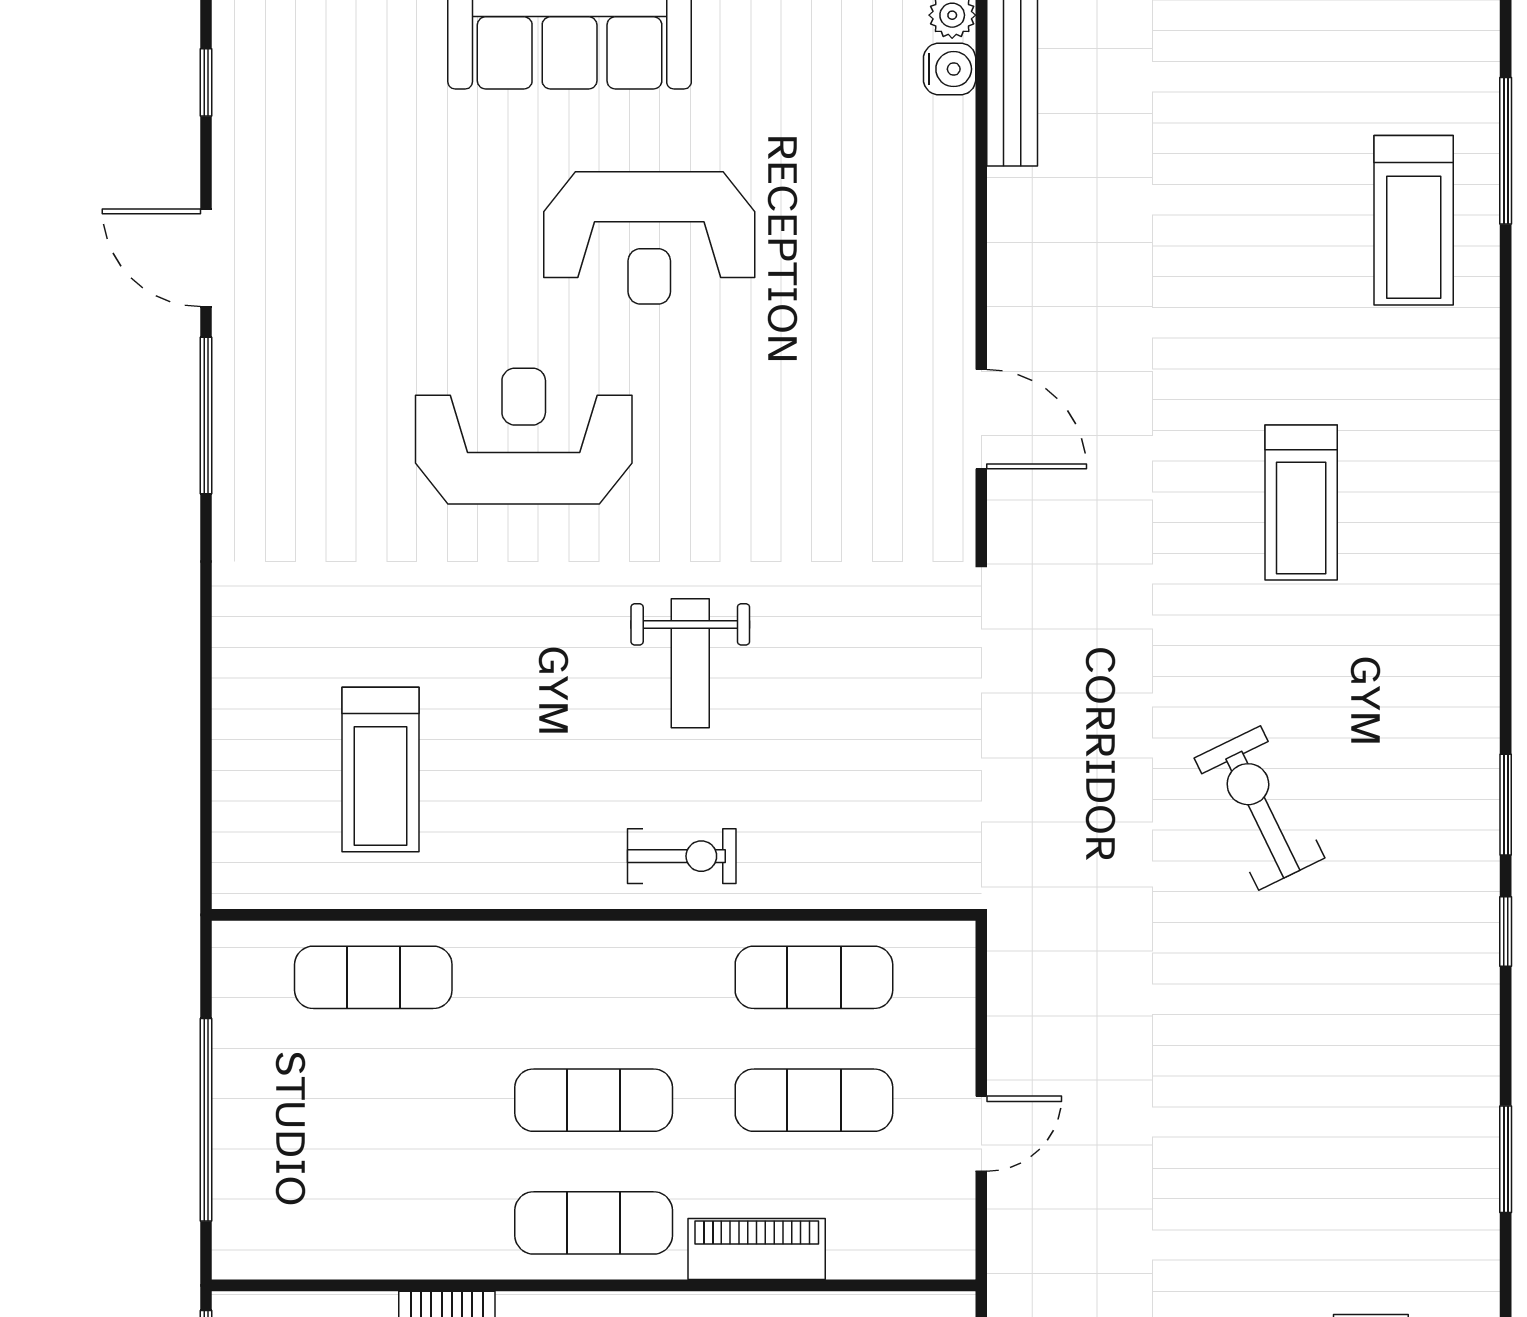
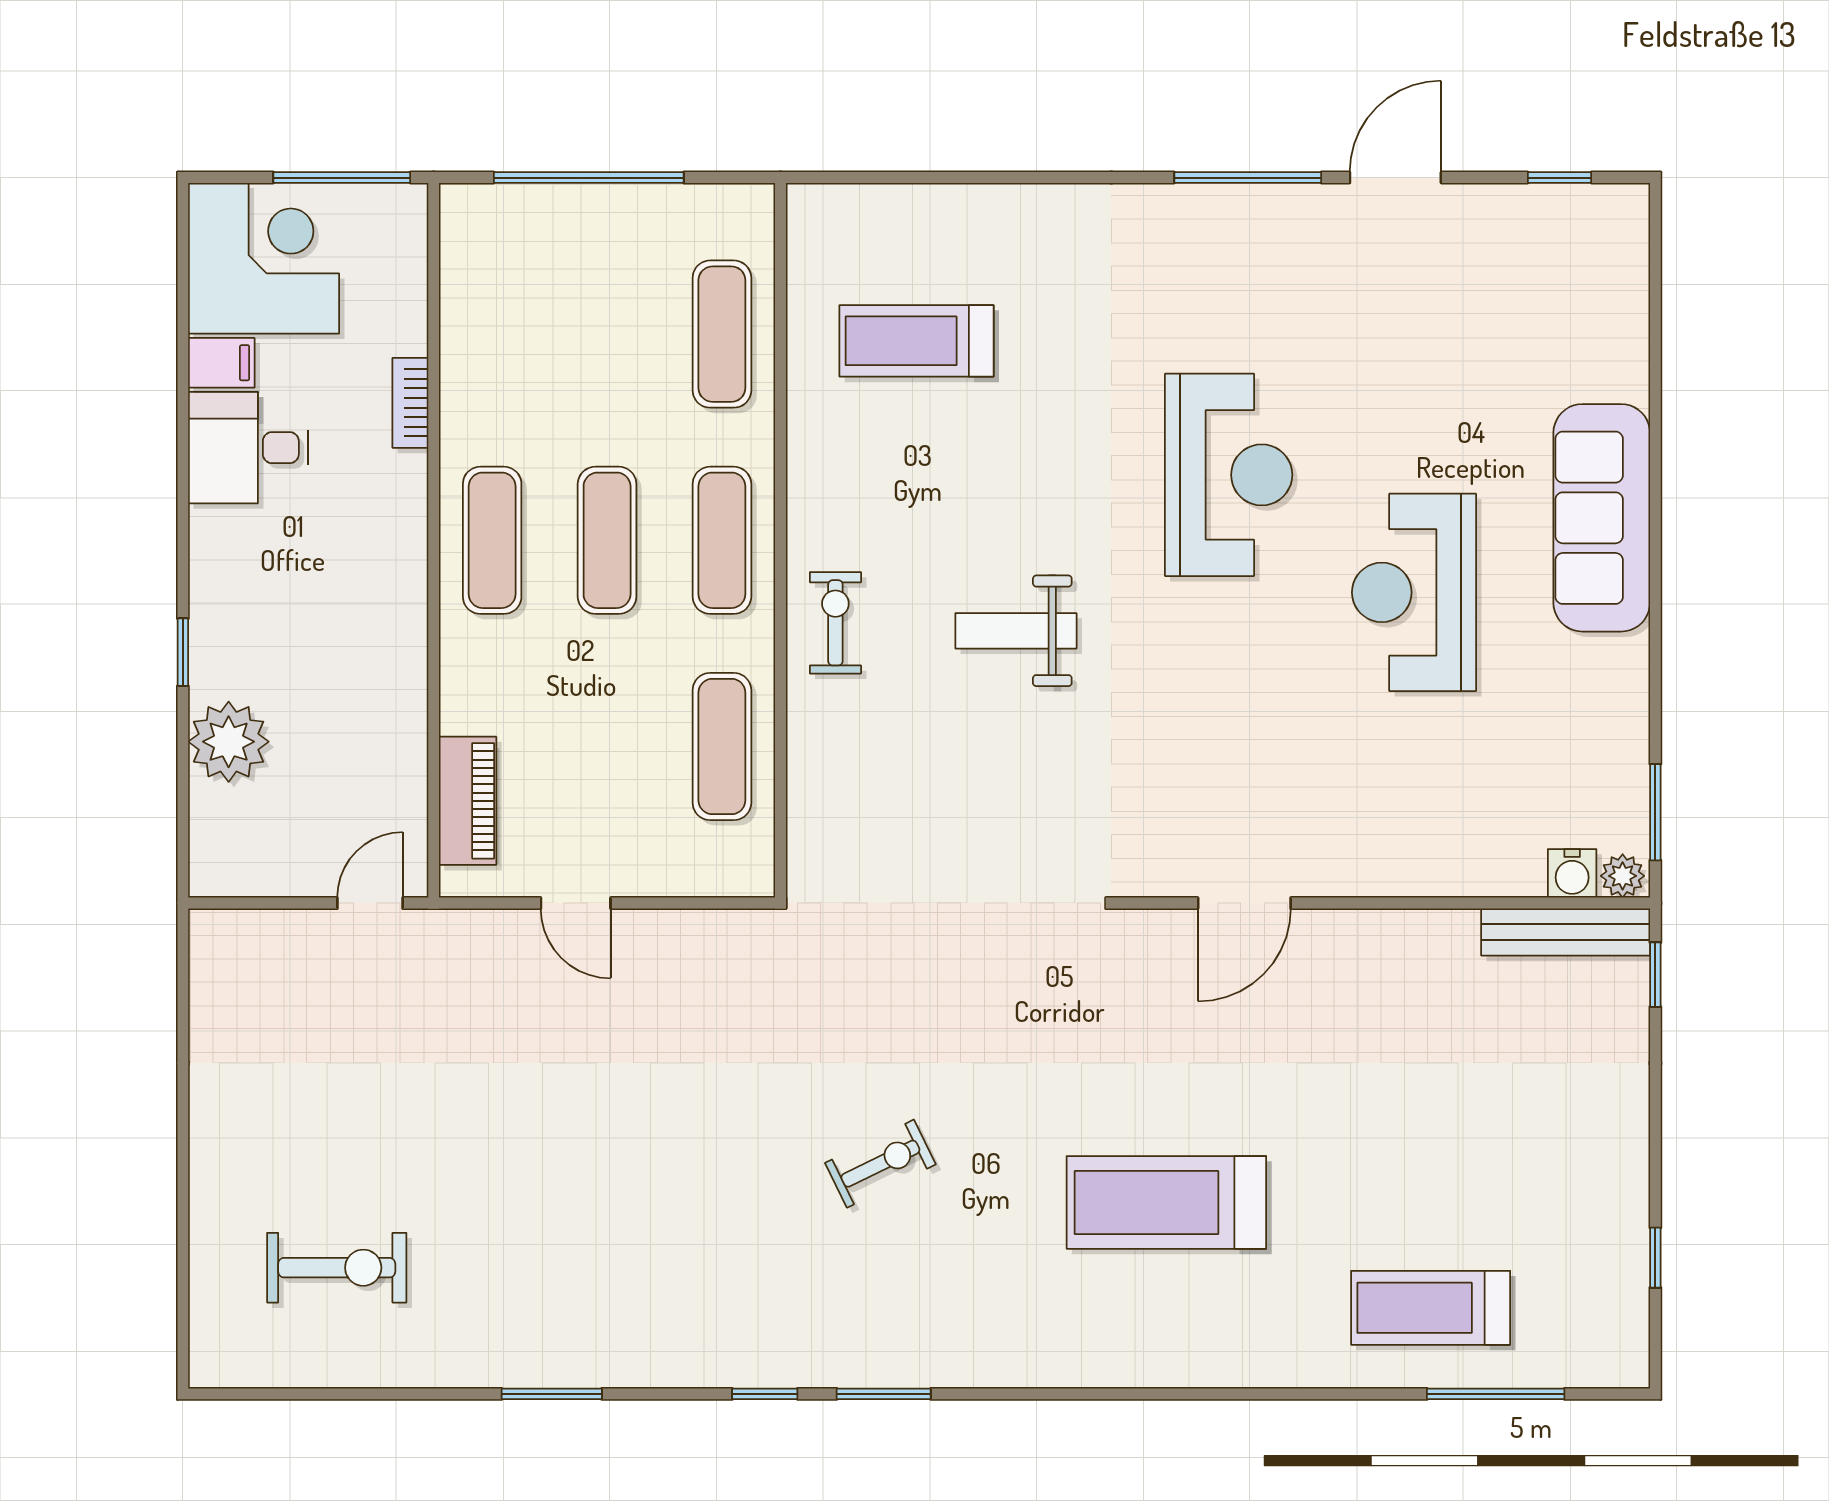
treadmill: (1301, 502) -> (1166, 1202), width x1.37, depth x1.38
exercise bike: (1260, 808) -> (880, 1164), width x0.73, depth x0.72
exercise bike: (682, 856) -> (835, 623), turned 180
exercise mat: (814, 1100) -> (722, 540), moved
piano: (757, 1249) -> (468, 801), moved

